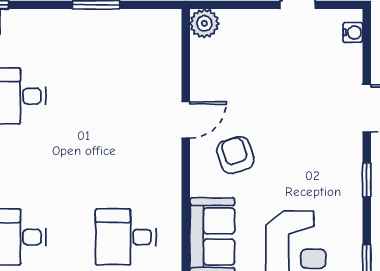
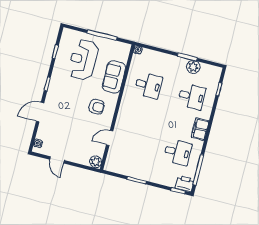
door: (186, 120) -> (110, 138), moved
armchair: (235, 155) -> (97, 107), turned -72

